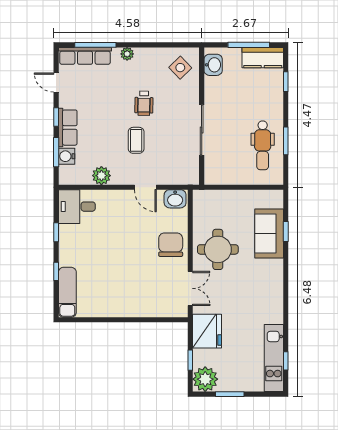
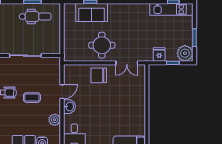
washbasin: (175, 199) -> (69, 107), moved
double door: (190, 288) -> (127, 63), swing flipped
fridge: (207, 331) -> (159, 54), width x0.53, depth x0.75

